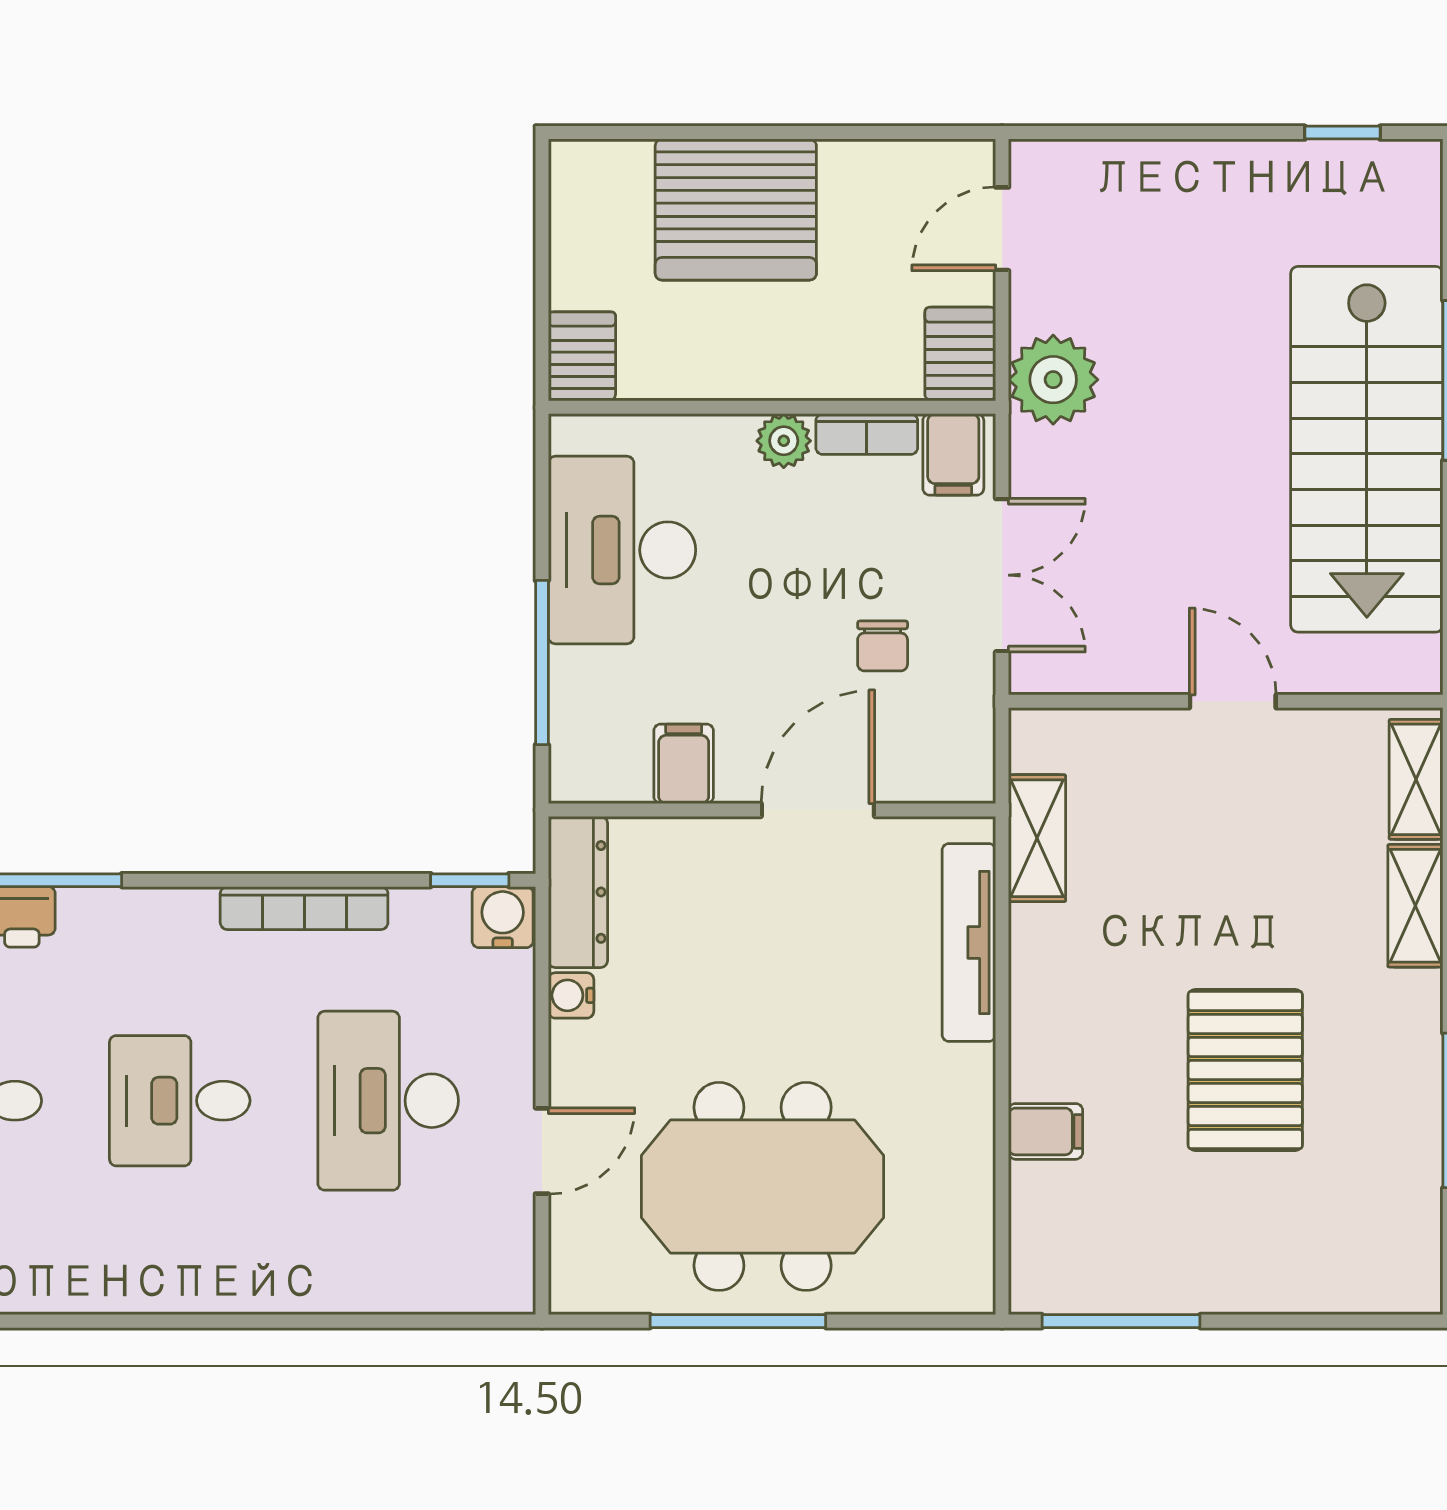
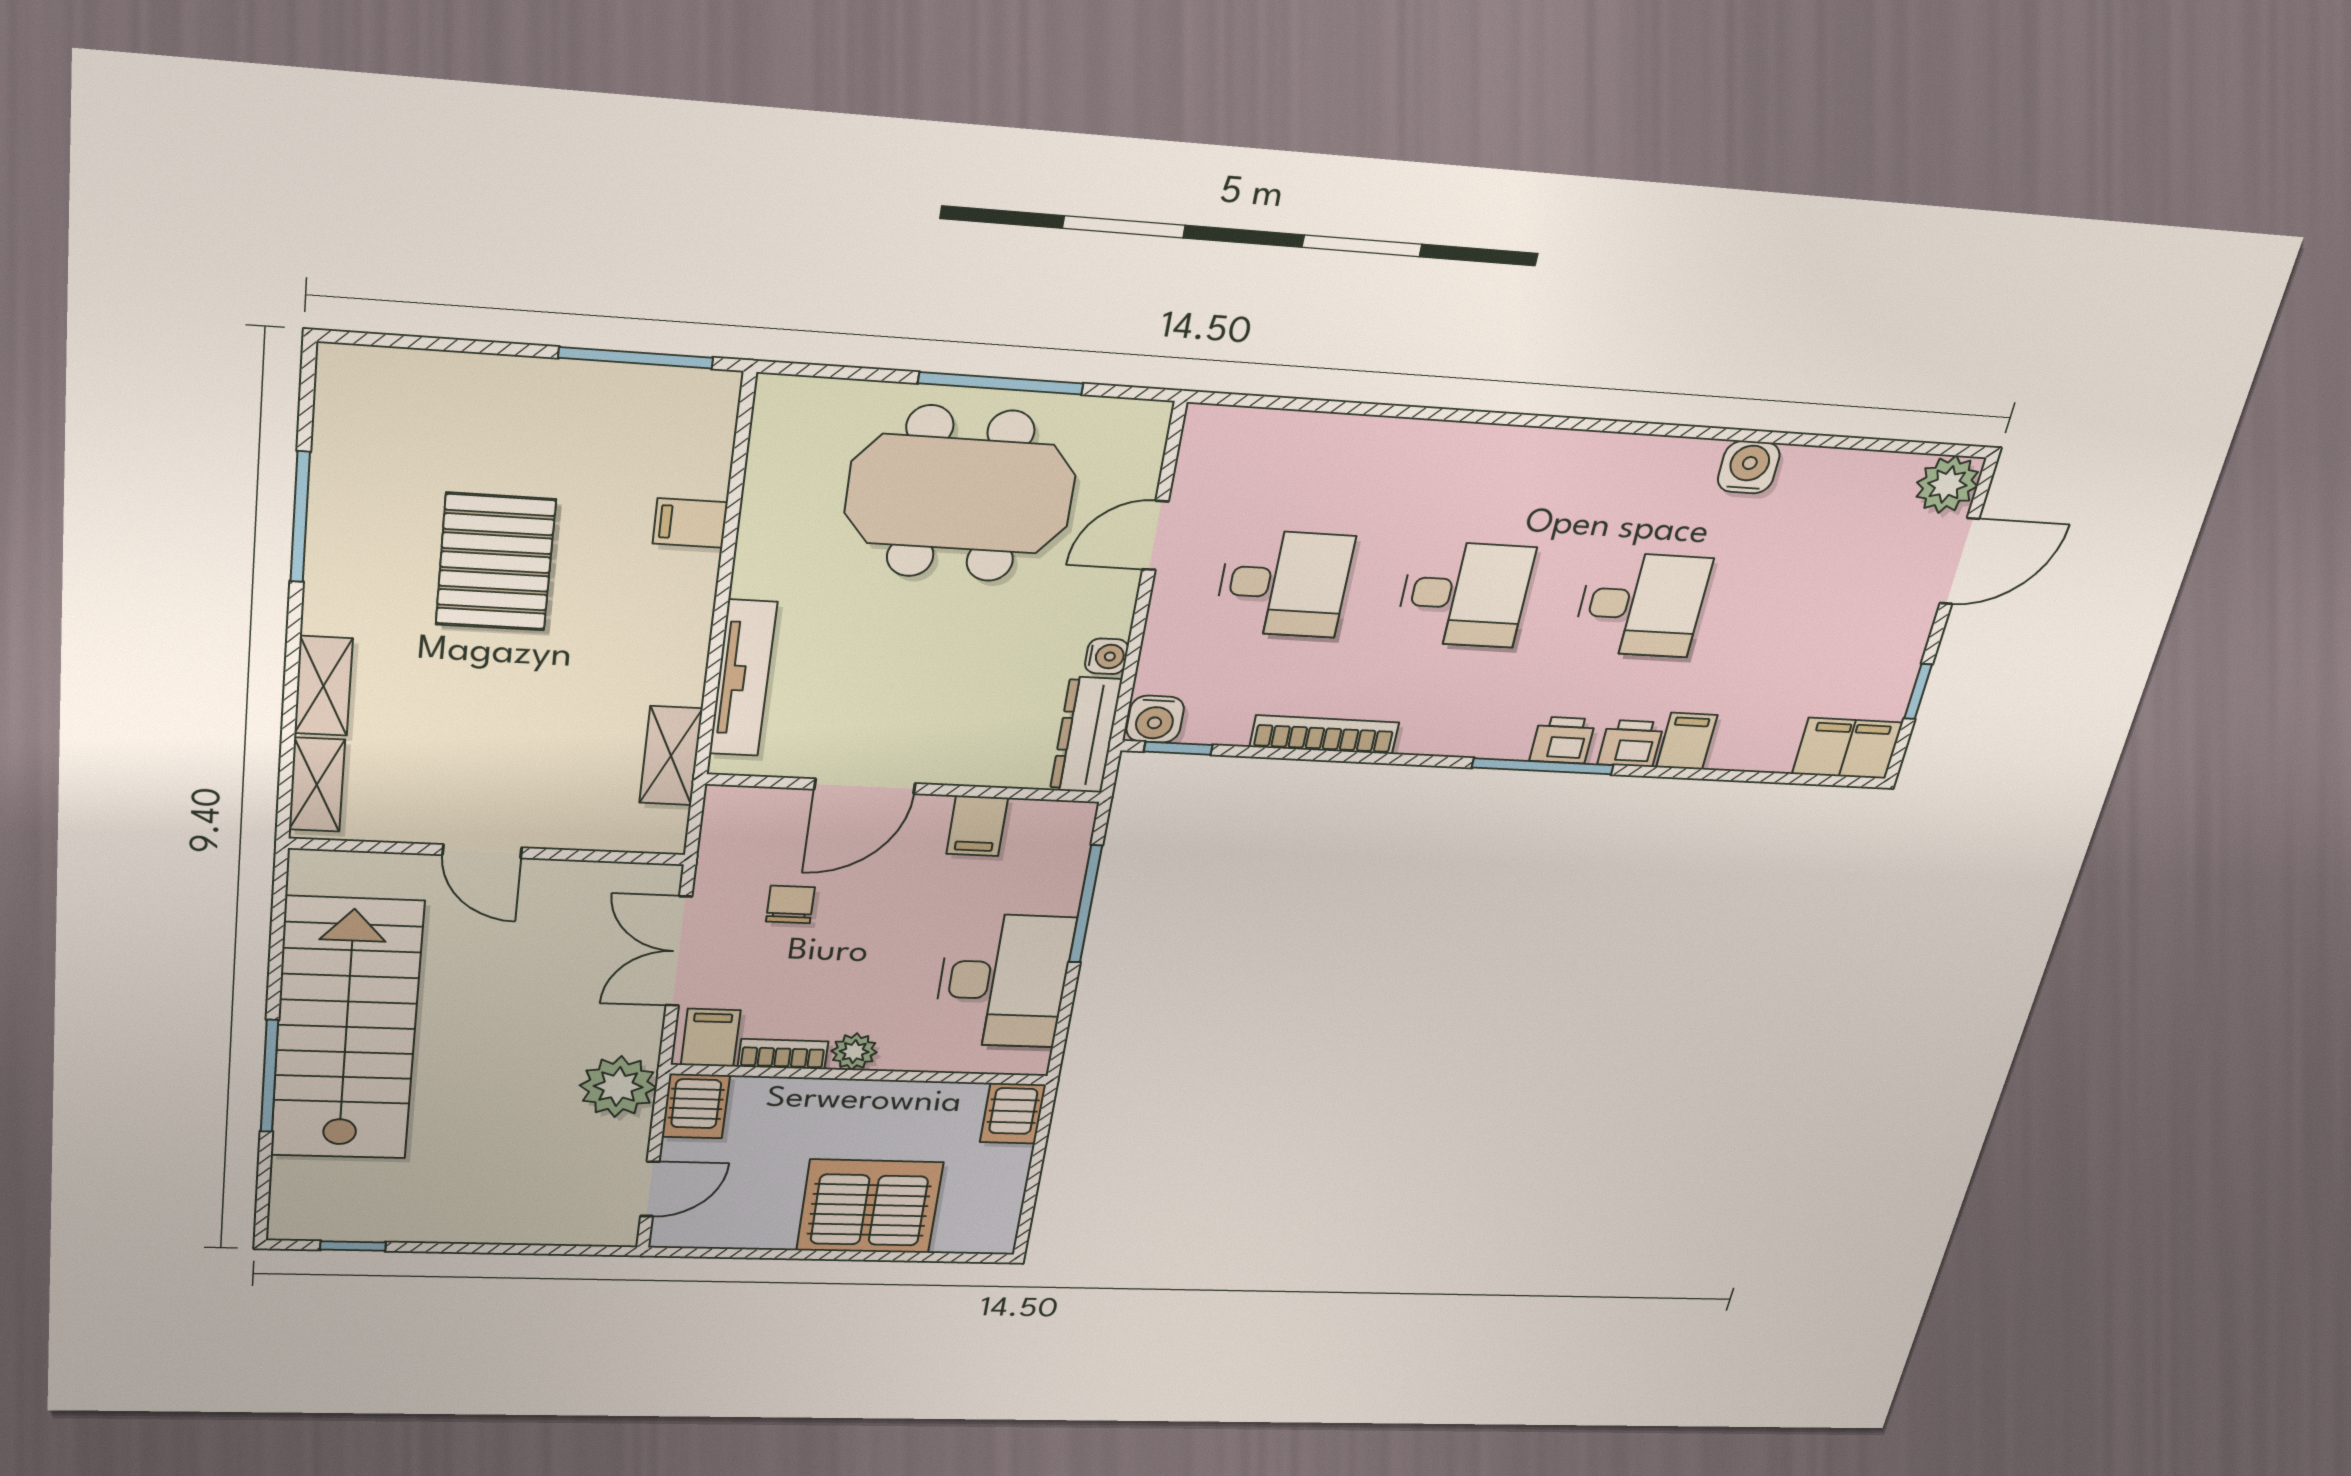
desk: (388, 1101) -> (1284, 584), width x0.73

